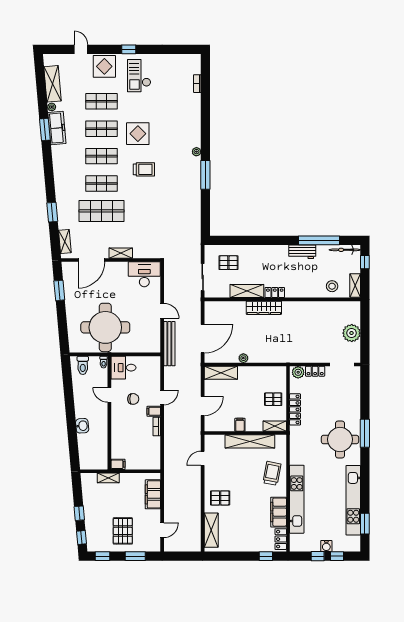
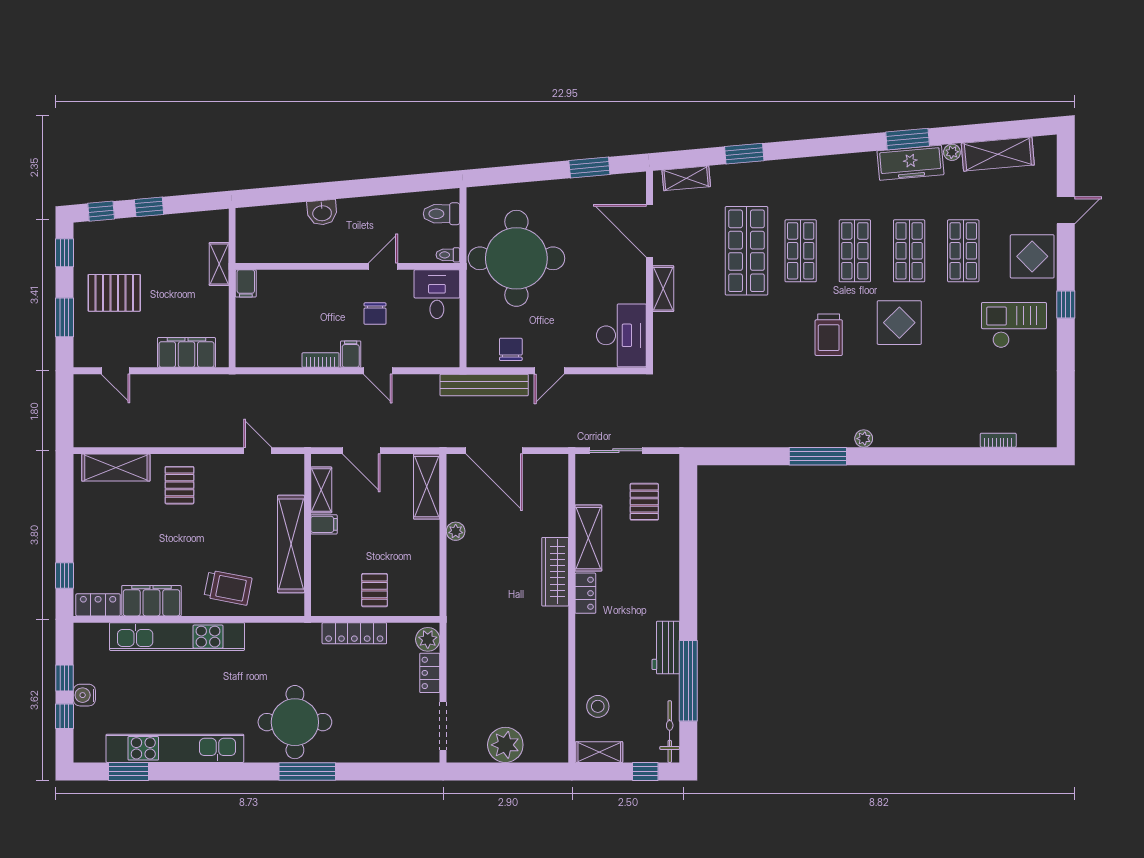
chair: (151, 330) -> (511, 349), added
shelving: (275, 426) -> (321, 490), moved

